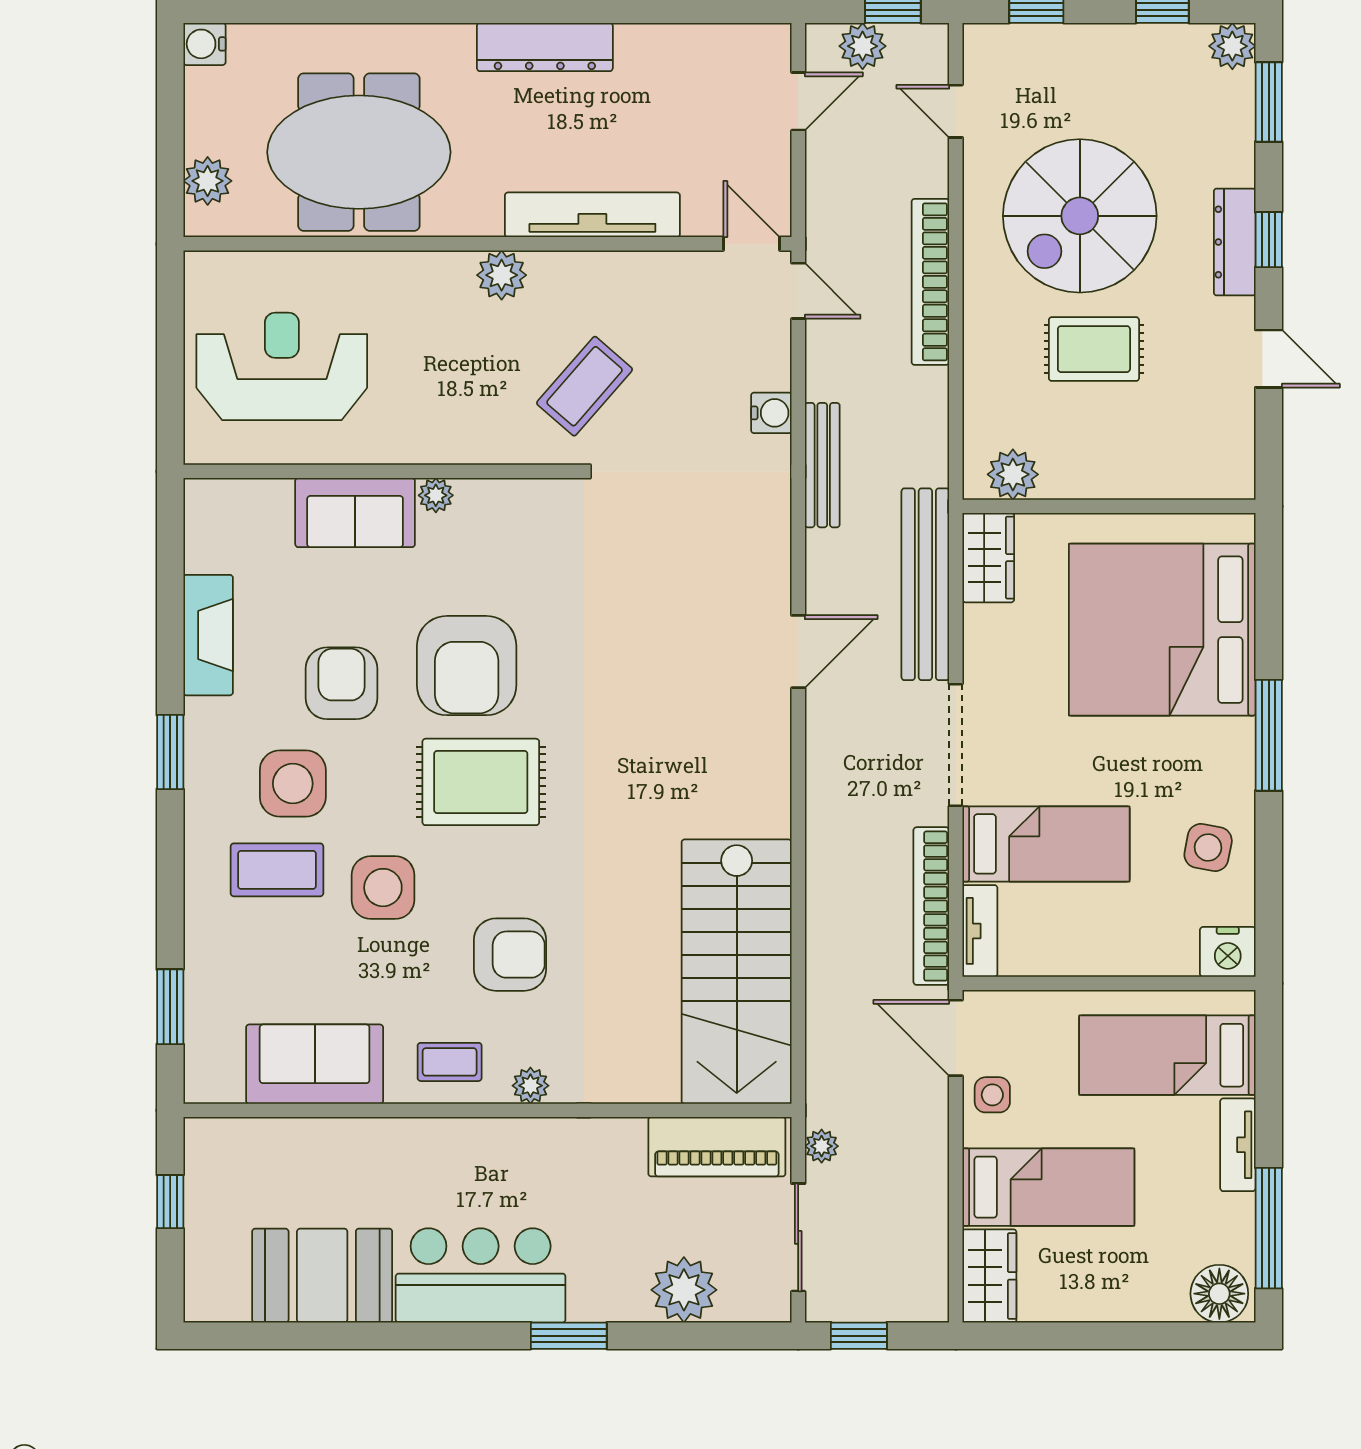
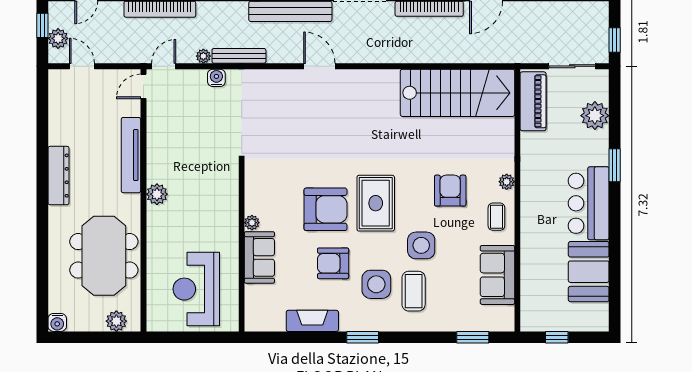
coffee table: (585, 386) -> (205, 158), removed
plant: (822, 1146) -> (203, 56), moved

